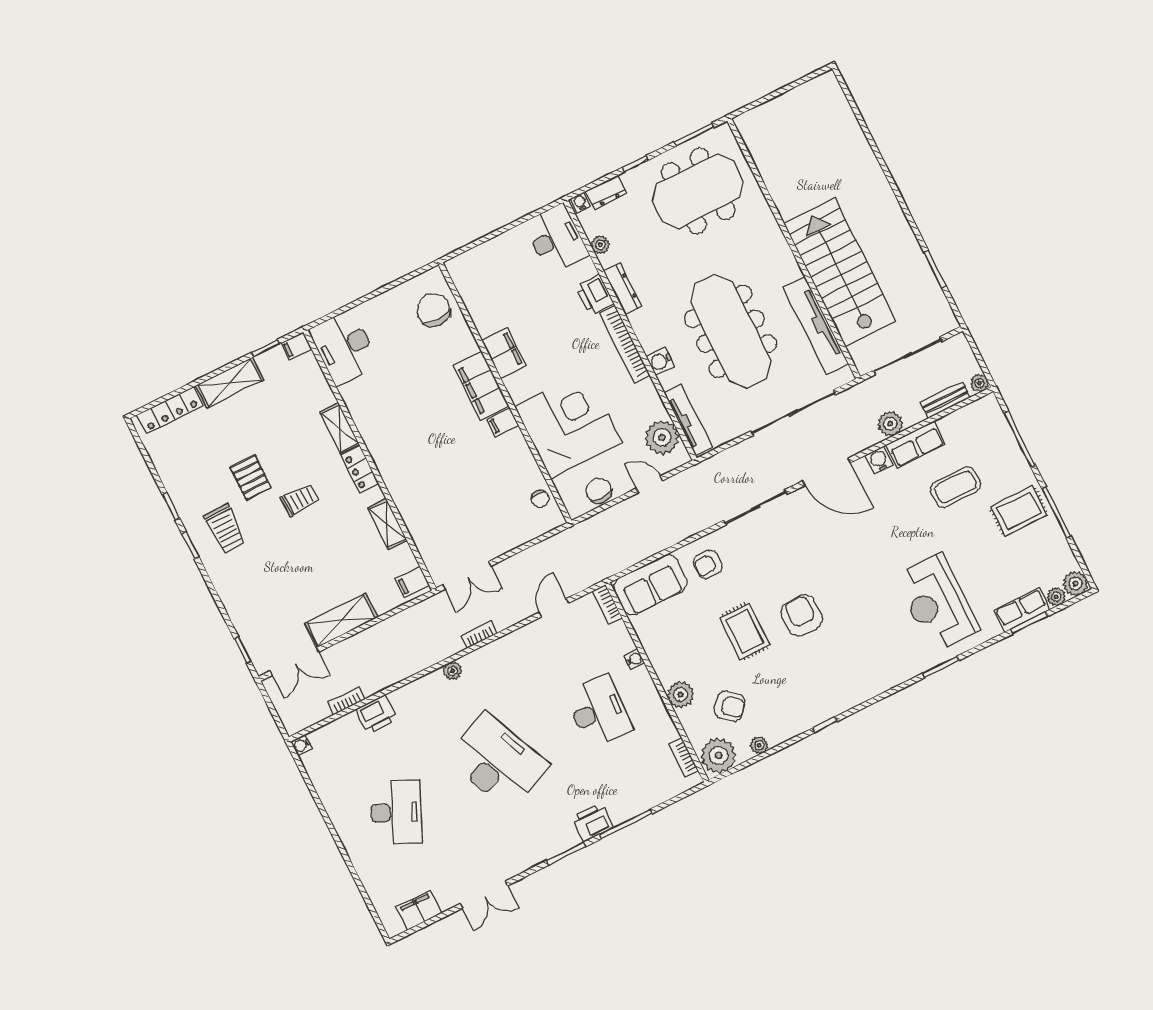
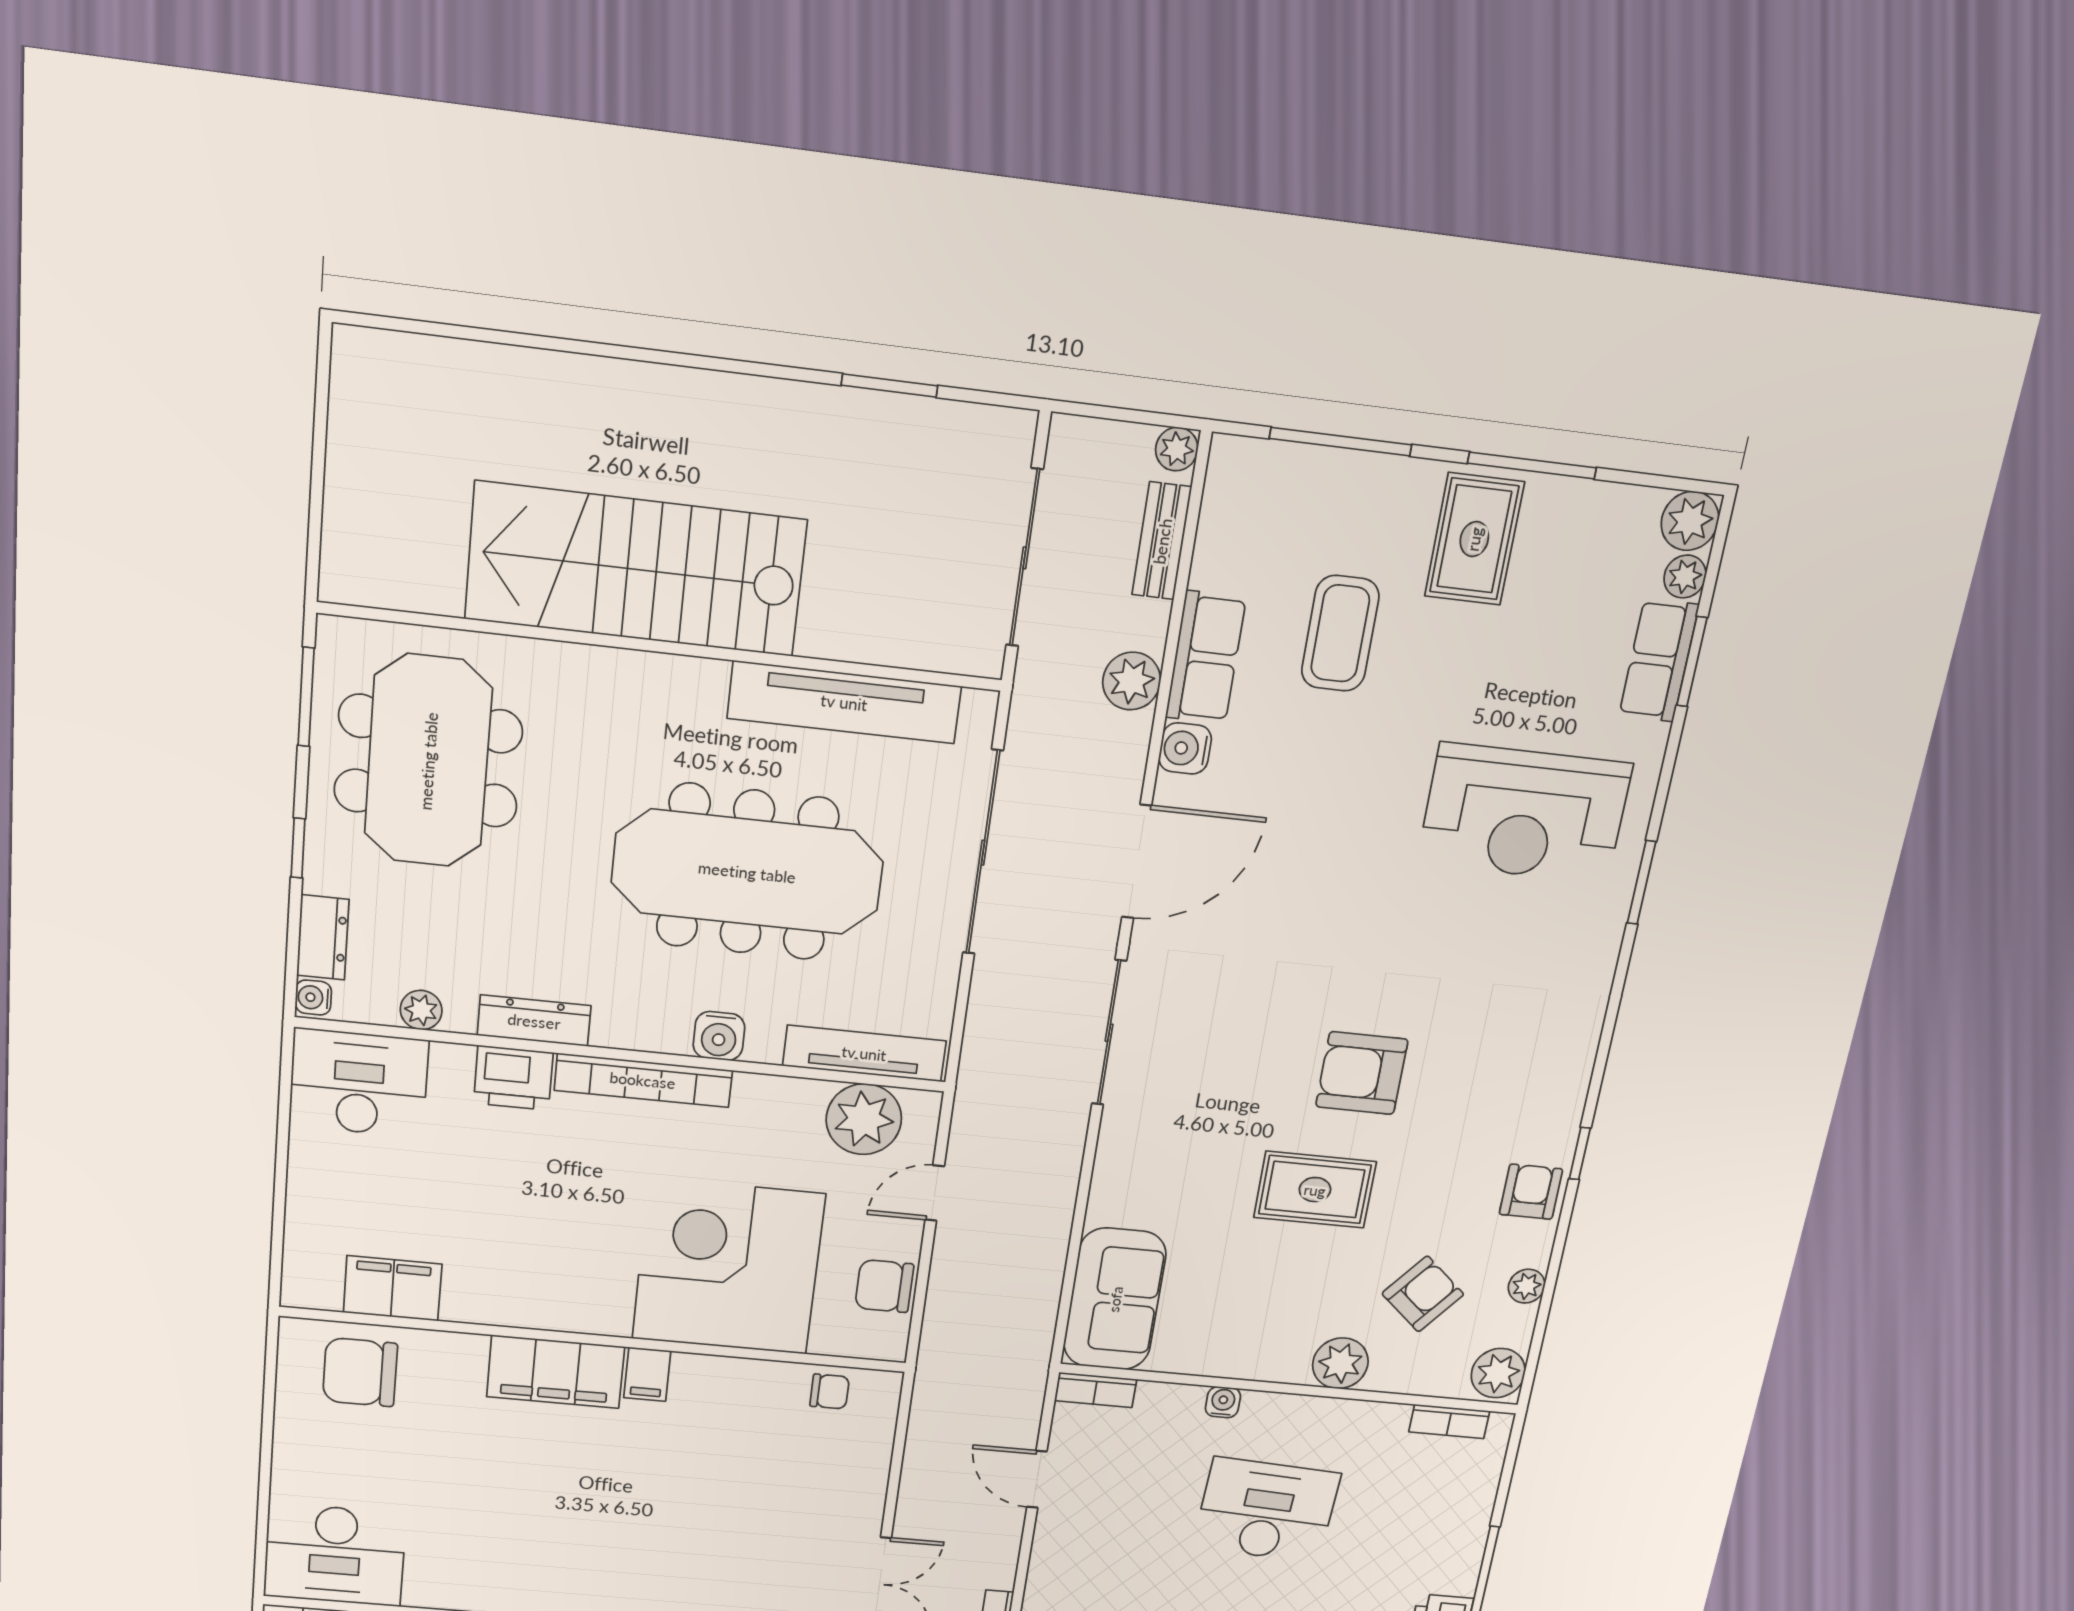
stairs: (840, 272) -> (636, 569), moved
filing cabinet: (504, 353) -> (393, 1288), moved
armchair: (708, 564) -> (1531, 1192), moved, turned 180
plant: (719, 756) -> (1498, 1373), width x0.73, depth x0.73

